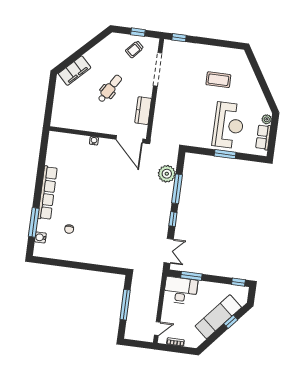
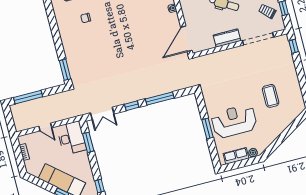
kitchen counter: (143, 111) -> (227, 38), moved
reception desk: (228, 125) -> (234, 121), turned 180
plant: (167, 174) -> (169, 84), removed
window: (111, 270) -> (65, 70), added
window: (125, 305) -> (28, 97), moved
door: (157, 328) -> (45, 127), moved

